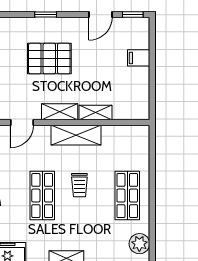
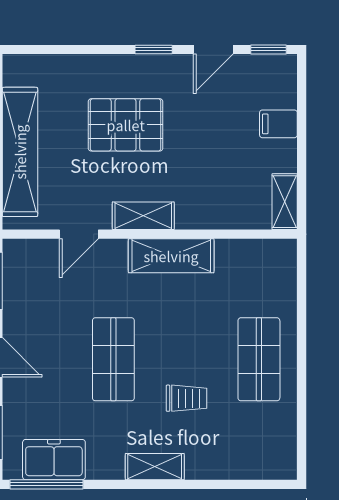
window: (46, 15) -> (154, 49), moved
shelving: (95, 112) -> (285, 202), moved, turned 90
trolley: (79, 185) -> (186, 398), moved, turned -90
plant: (139, 244) -> (280, 442), removed

